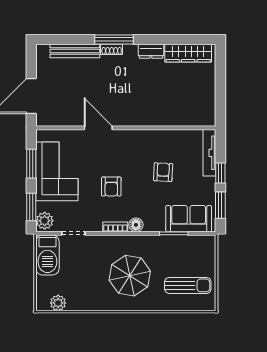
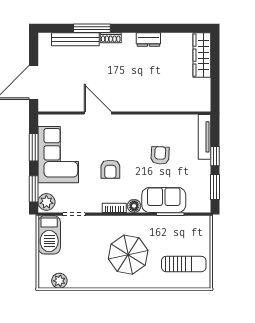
window: (114, 39) -> (92, 28), moved
wardrobe: (188, 53) -> (202, 55), moved, turned 90
sofa: (189, 219) -> (164, 200), moved

